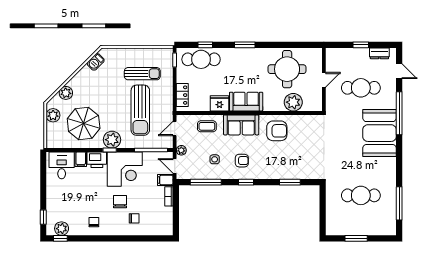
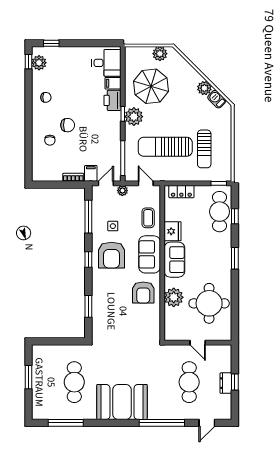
dresser: (379, 53) -> (226, 383), moved
plant: (66, 93) -> (204, 88), moved
plant: (293, 102) -> (174, 297), moved
booth: (379, 133) -> (122, 402), moved
armchair: (242, 161) -> (112, 255), width x1.88, depth x1.88
corner desk: (125, 169) -> (102, 130), removed

